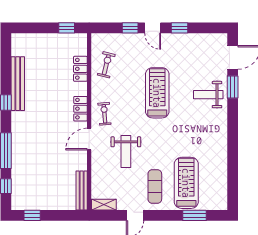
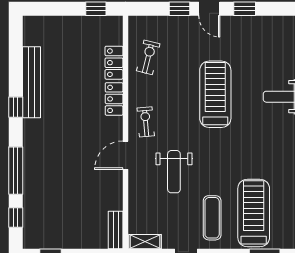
locker: (80, 109) -> (114, 99), moved
bench: (82, 190) -> (116, 230), width x0.73

